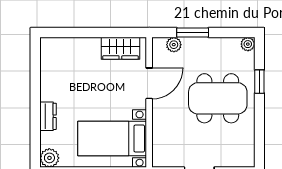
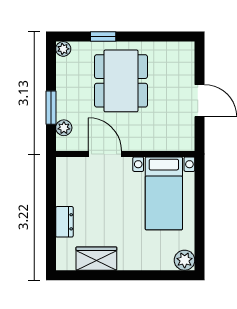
wardrobe: (120, 48) -> (96, 259), moved, turned -90
dresser: (48, 116) -> (64, 222), moved, turned 90

